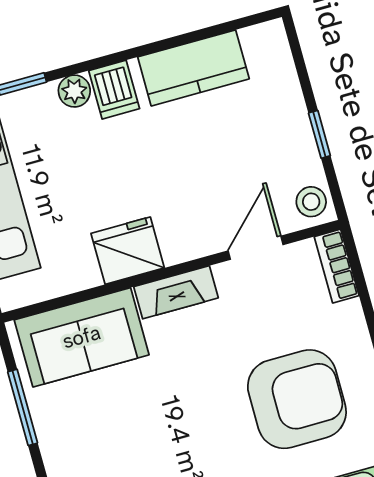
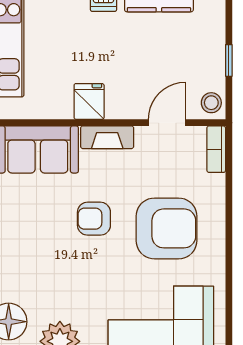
fridge: (128, 251) -> (89, 101), width x0.72
armchair: (189, 414) -> (94, 219), added

